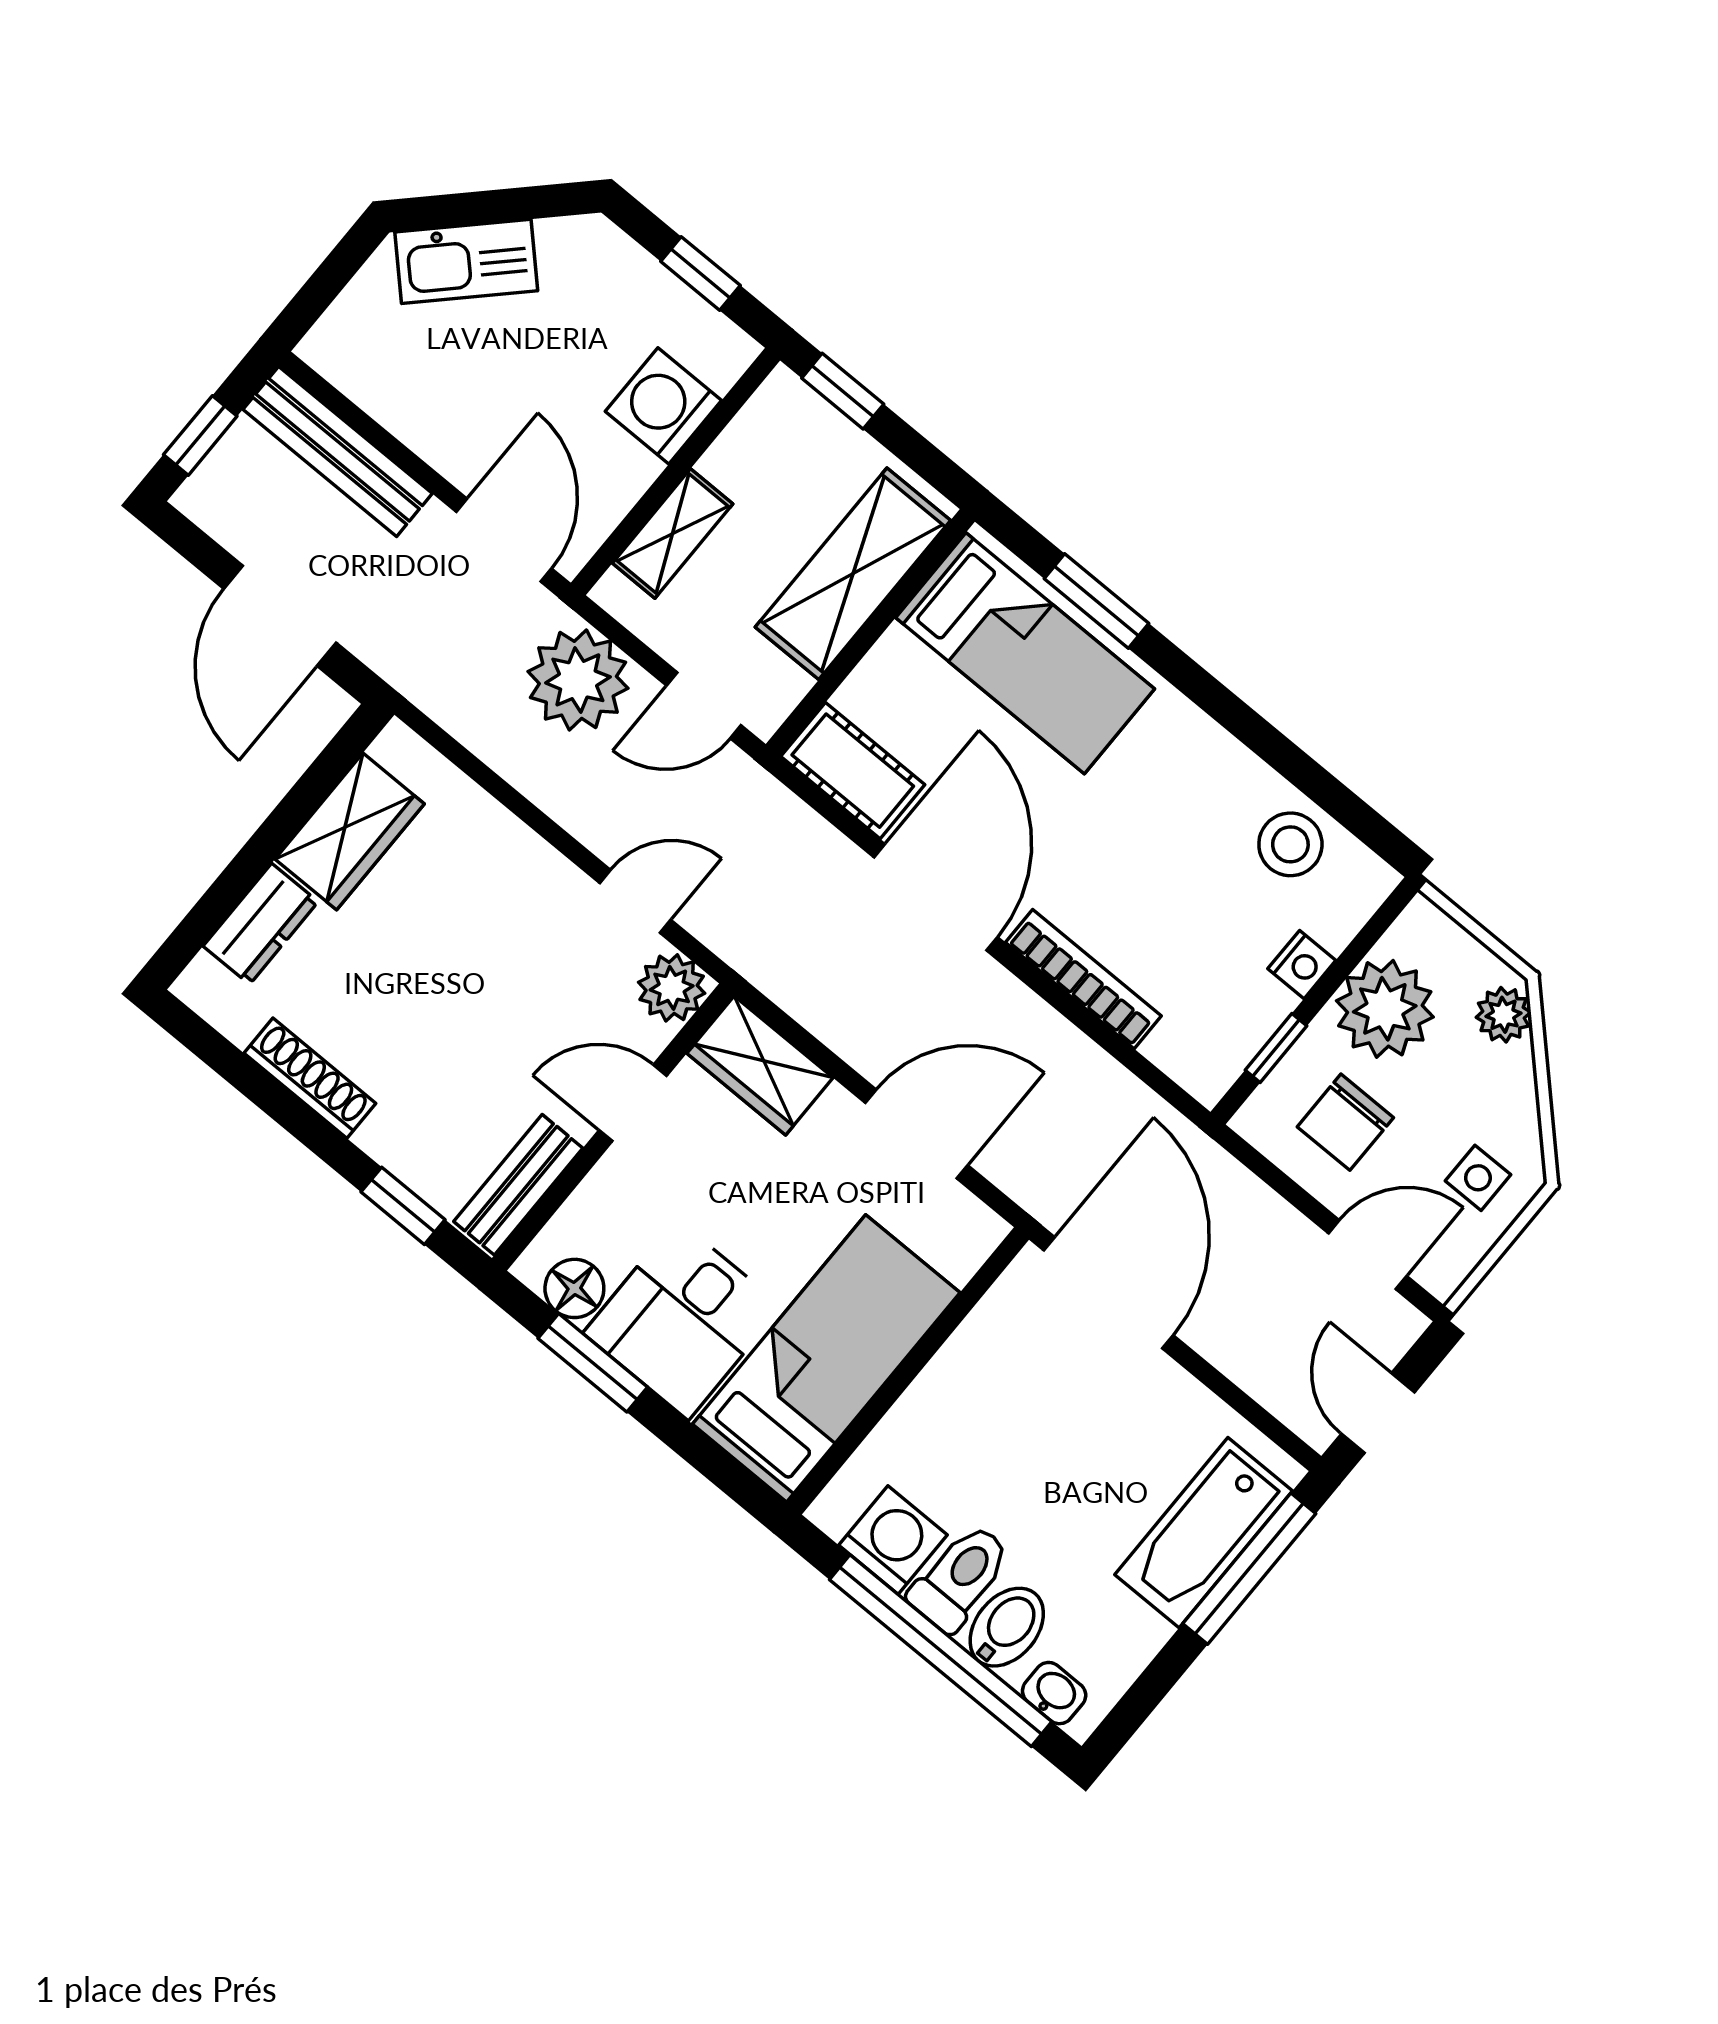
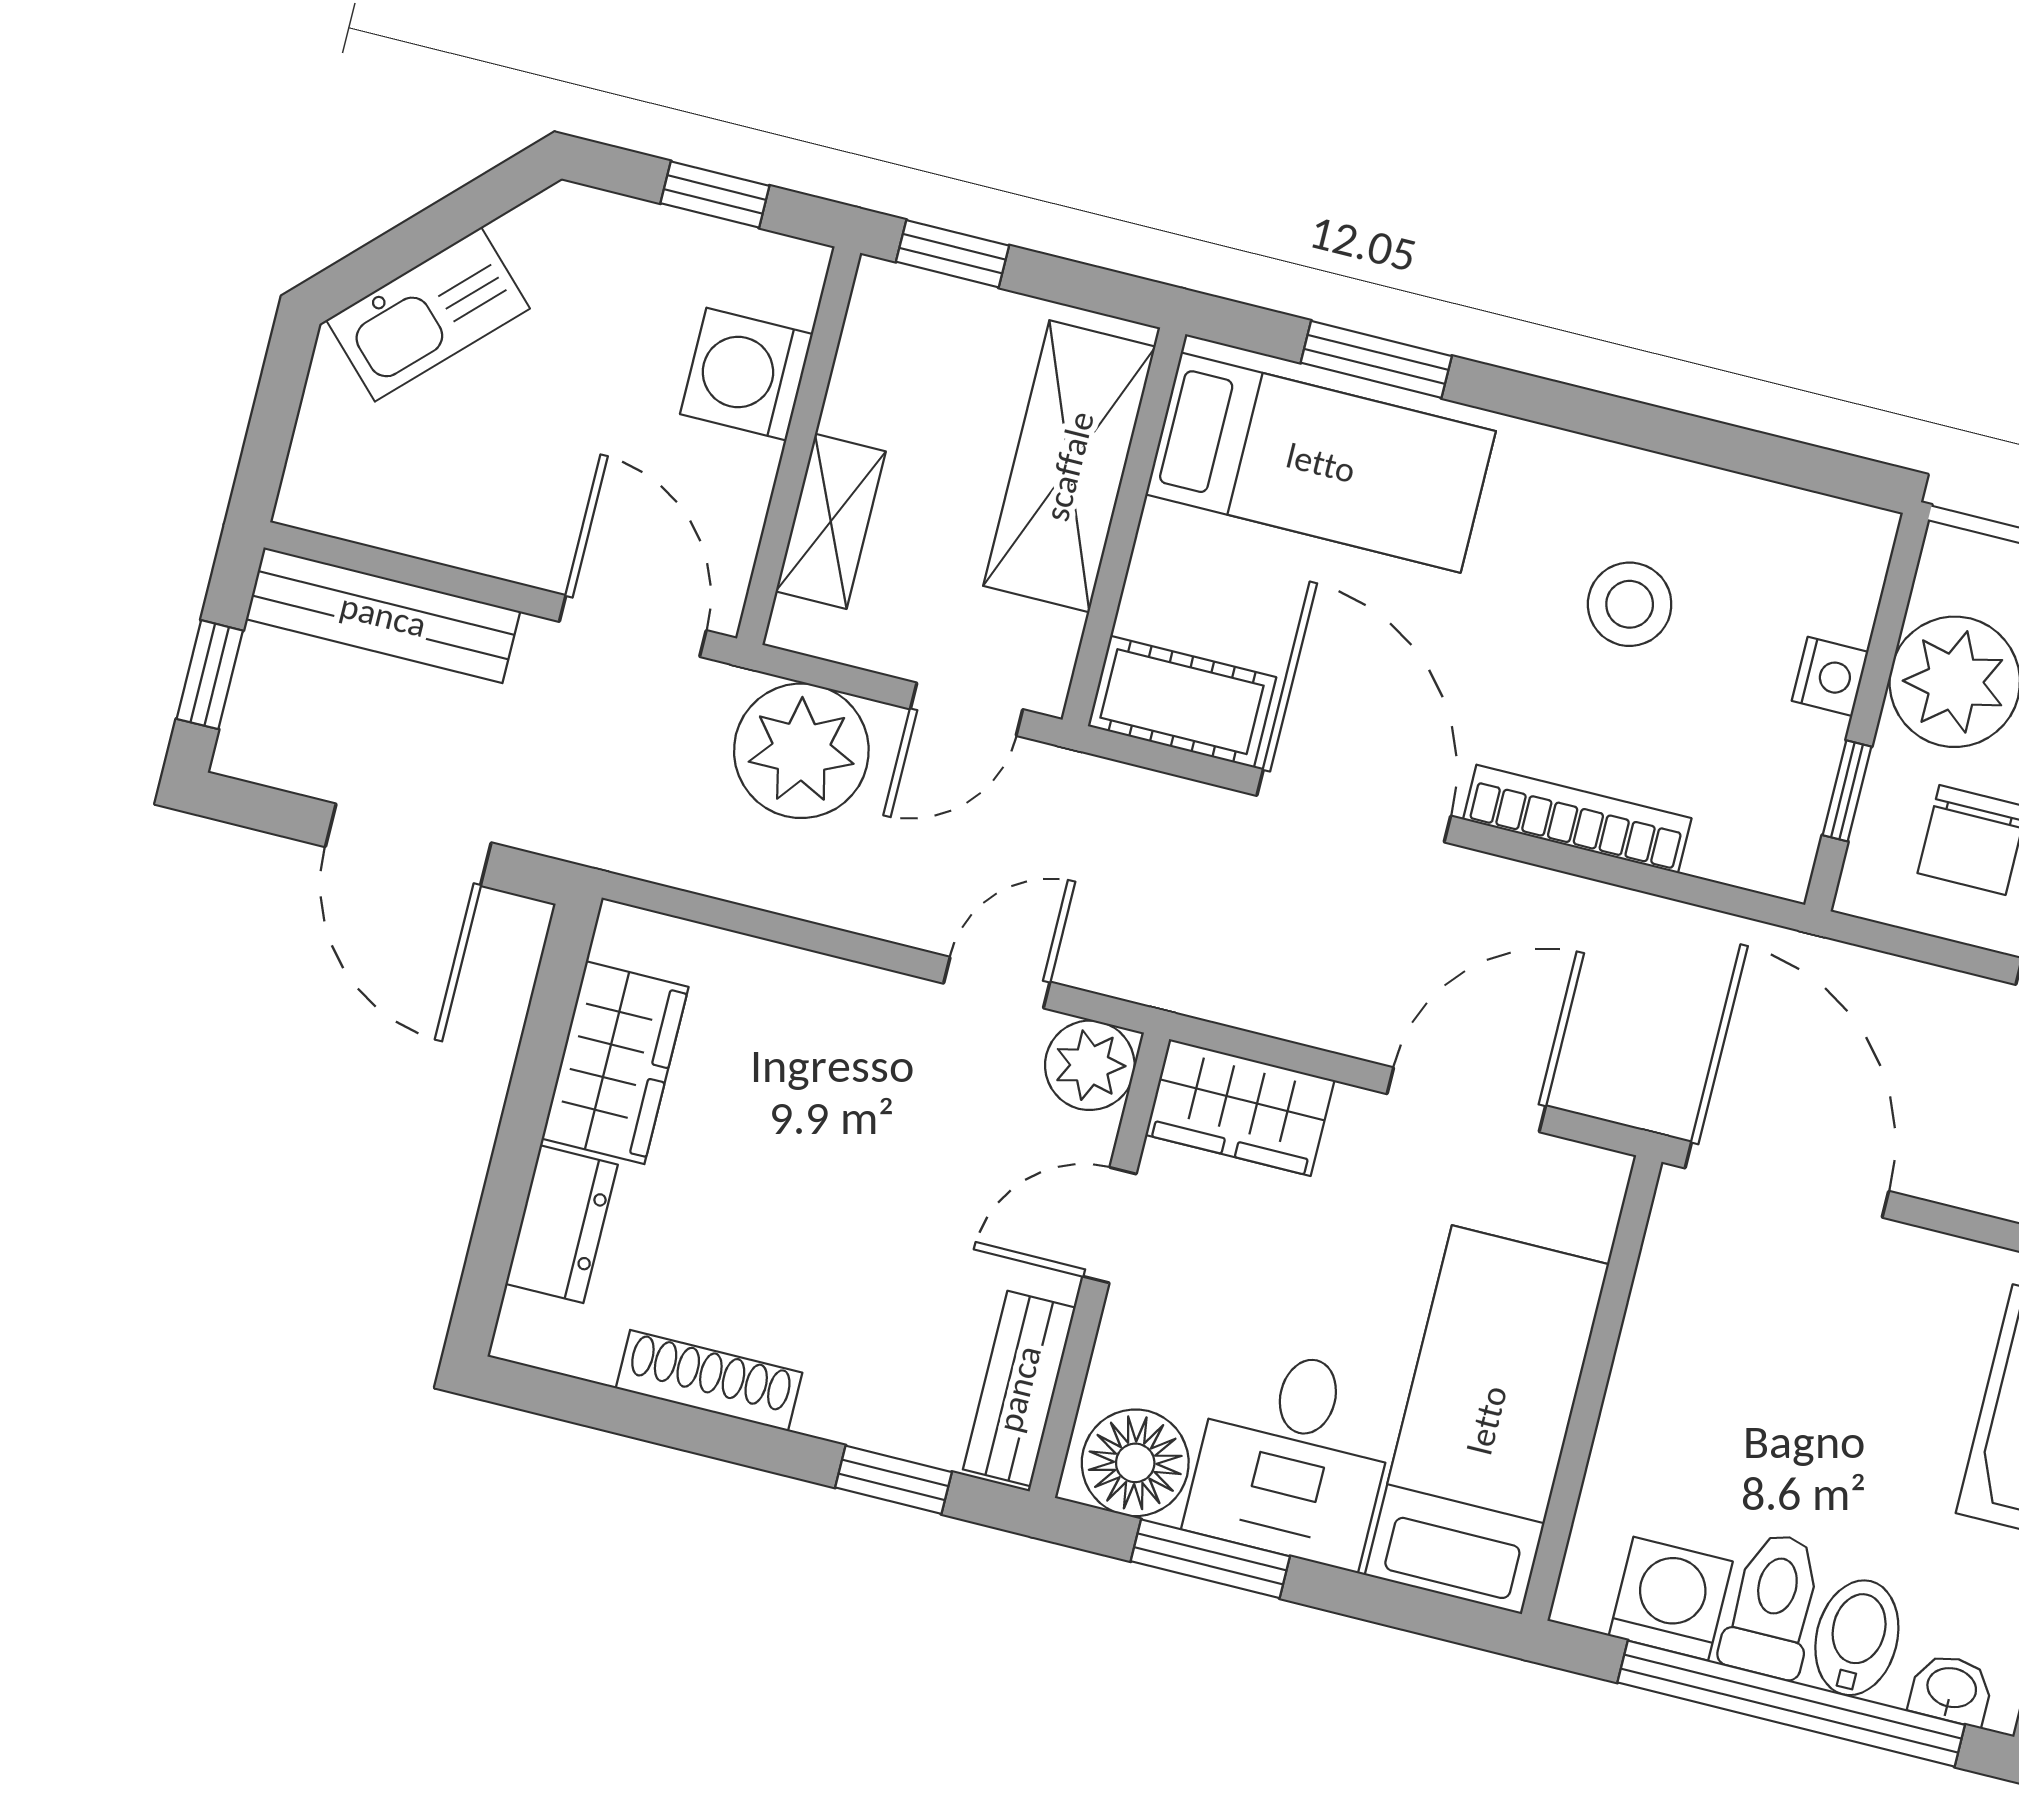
stool: (1290, 844) -> (1630, 604), moved
floor lamp: (574, 1288) -> (1135, 1463), width x1.38, depth x1.38

